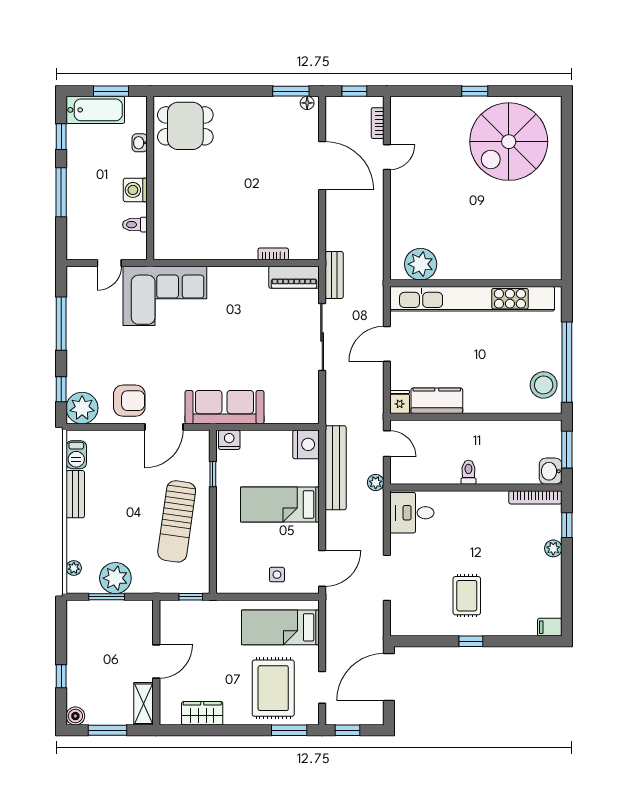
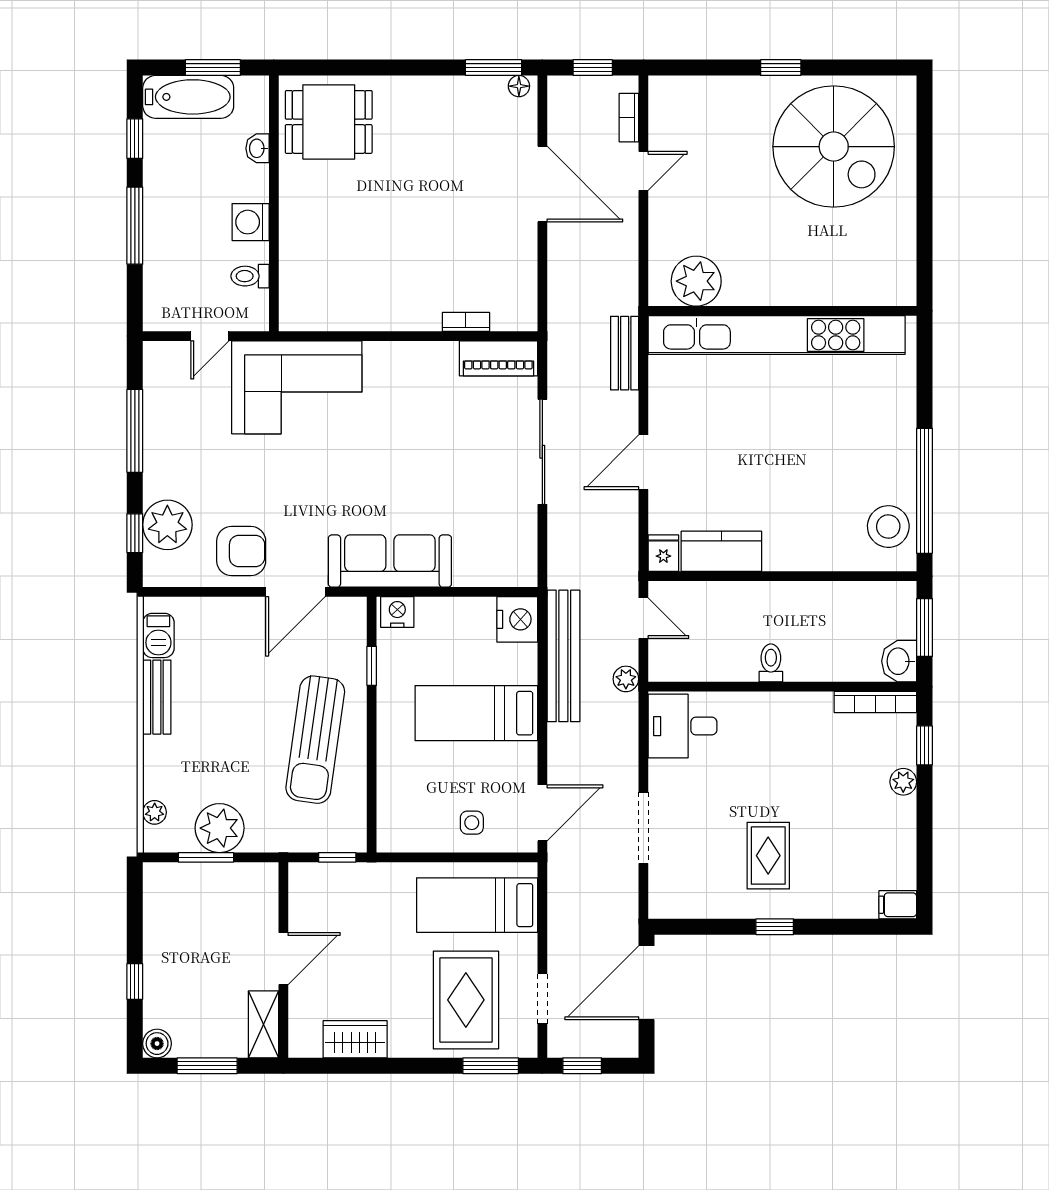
spiral stairs: (509, 142) -> (834, 147), turned -90
plant: (421, 264) -> (696, 281), moved
bench: (334, 275) -> (625, 353), moved
wall: (476, 283) -> (782, 311), moved
kitchen unit: (472, 299) -> (777, 335), moved
plant: (82, 408) -> (167, 525), moved

